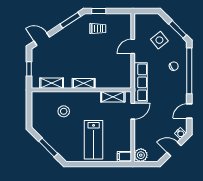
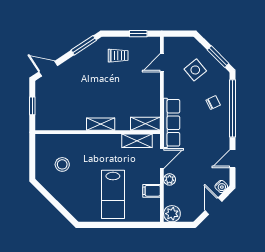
window: (99, 11) -> (138, 34), moved
door: (133, 46) -> (162, 63), moved
shelving: (52, 83) -> (145, 124), moved
stool: (64, 111) -> (62, 164), moved
plant: (139, 128) -> (170, 179), added
window: (48, 147) -> (56, 204), removed
door: (174, 149) -> (213, 206), hinge flipped
filing cabinet: (124, 157) -> (151, 191), moved

